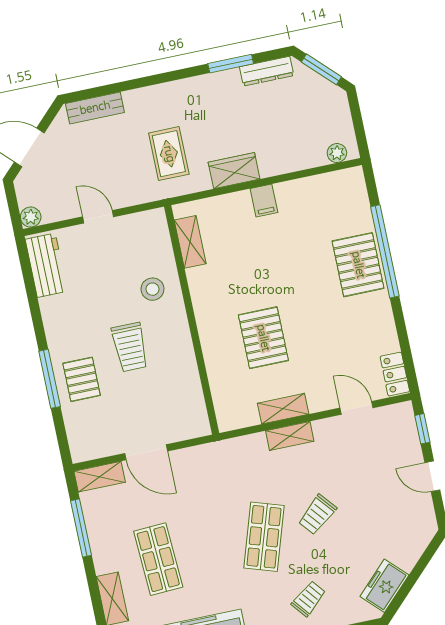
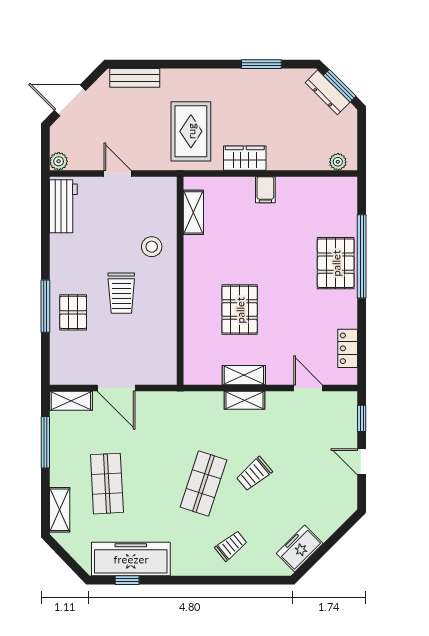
dresser: (267, 71) -> (328, 92), moved, turned 45
rug: (169, 154) -> (191, 131), width x1.36, depth x1.43
locker: (395, 374) -> (348, 348), moved

